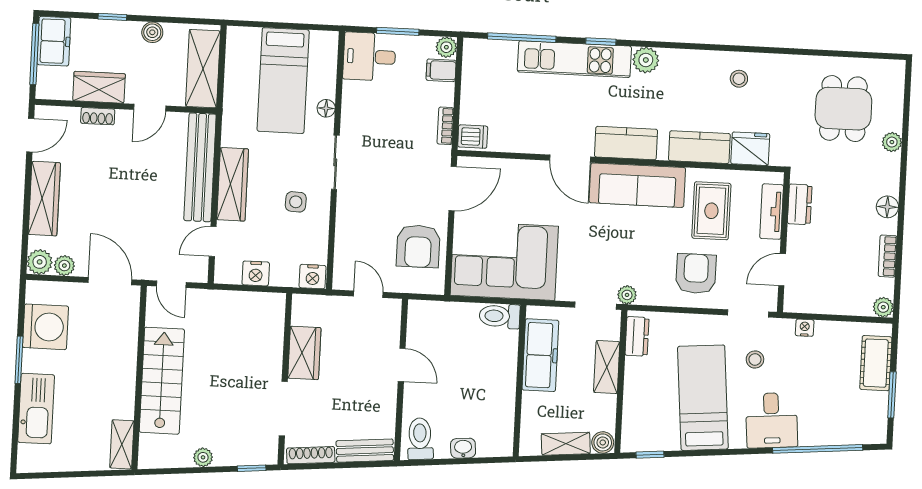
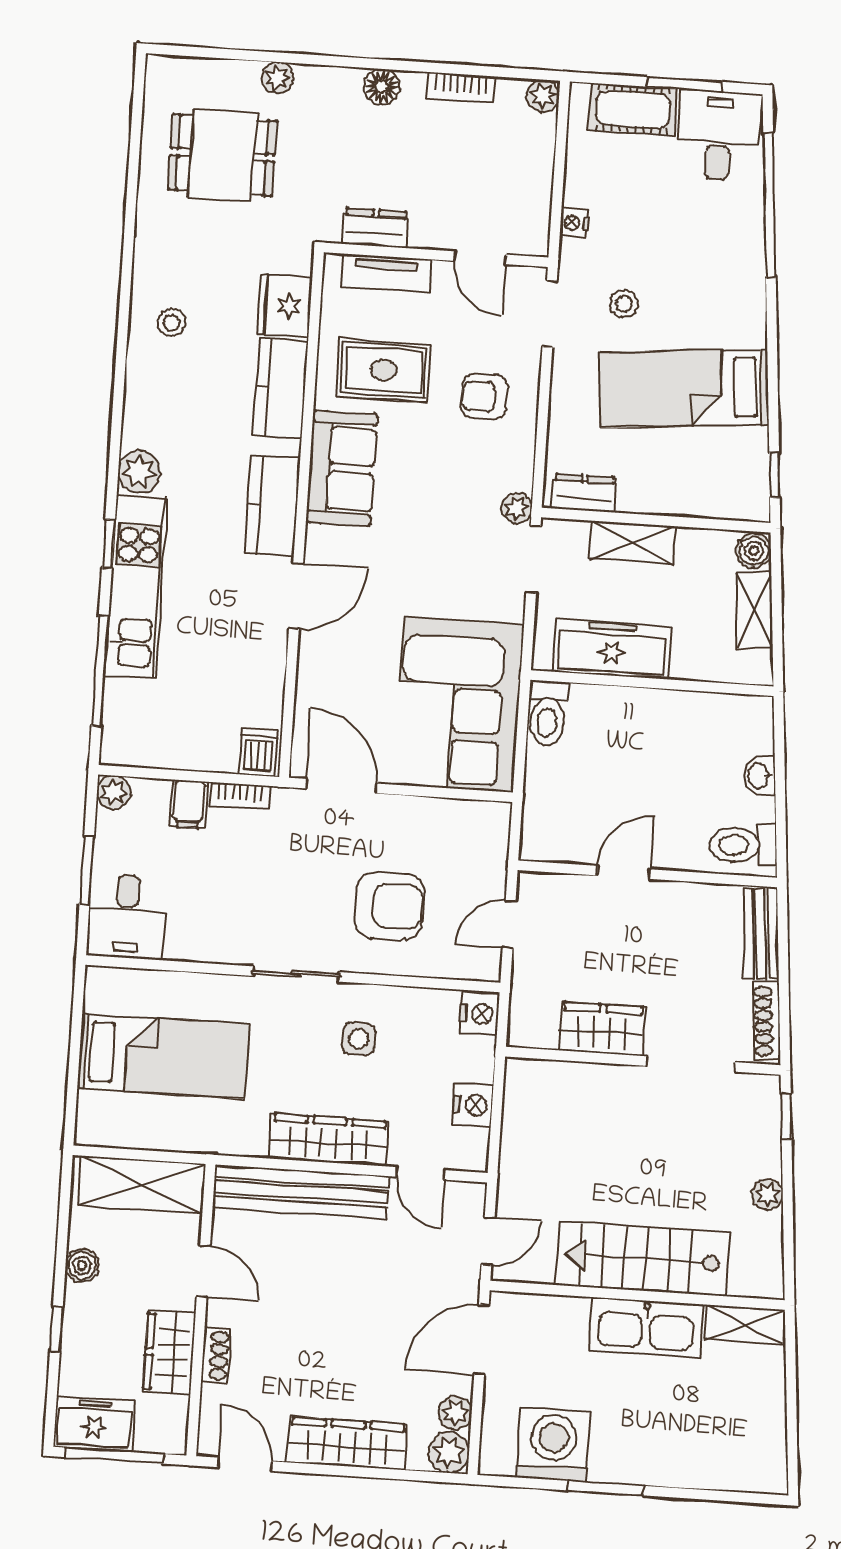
filing cabinet: (441, 70) -> (189, 804), moved
floor lamp: (326, 108) -> (209, 987), removed
sofa: (637, 185) -> (342, 468), width x0.73
armchair: (418, 246) -> (389, 906), moved
armchair: (696, 274) -> (484, 396), width x0.72, depth x0.72
kitchen sink: (36, 409) -> (646, 1327), moved, turned 180
desk: (772, 420) -> (719, 135), moved, turned -85

